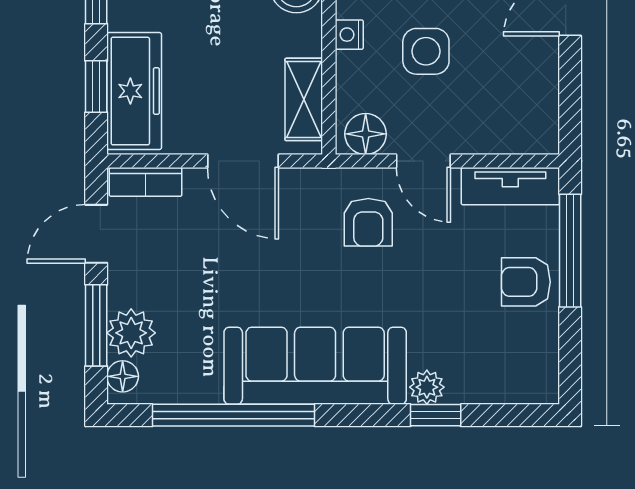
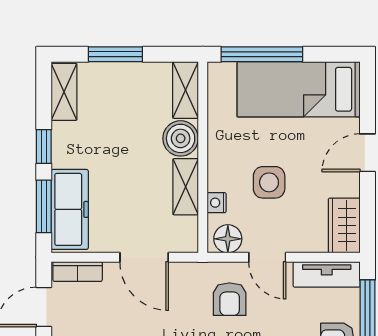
nightstand: (349, 35) -> (217, 203), moved
window: (96, 87) -> (44, 206), width x1.50
shelving: (304, 99) -> (186, 187), moved
wardrobe: (536, 114) -> (344, 225), added

